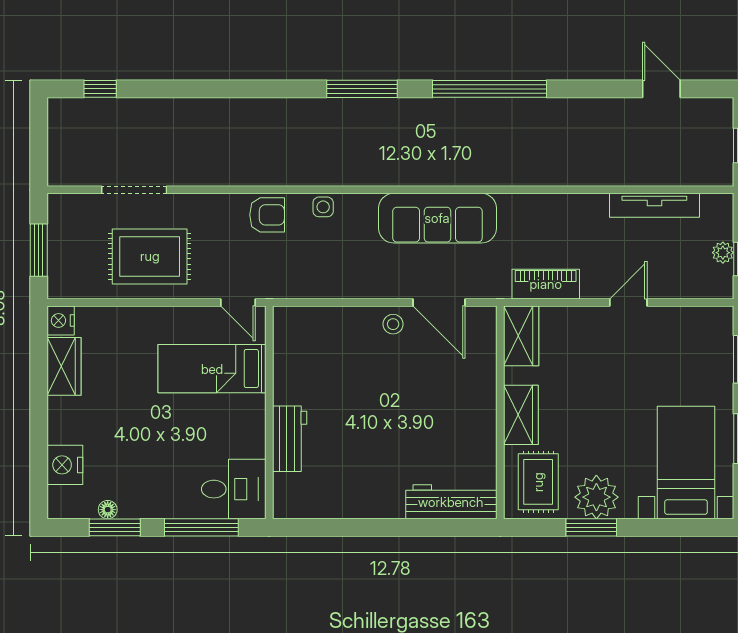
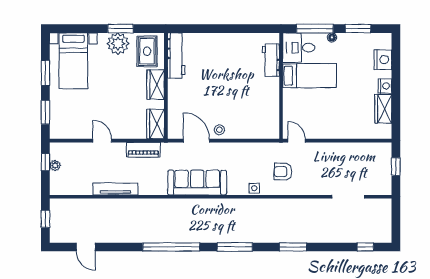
window: (245, 89) -> (293, 247), added
tv unit: (654, 205) -> (115, 189), moved
armchair: (267, 215) -> (283, 172), moved
window: (39, 250) -> (396, 167), width x0.67
rug: (150, 256) -> (341, 163), removed
door: (628, 302) -> (102, 141), swing flipped
nightstand: (61, 320) -> (385, 86), moved
bed: (212, 369) -> (310, 76), moved
workbench: (290, 439) -> (271, 60), moved
workbench: (451, 502) -> (176, 55), moved, turned -90
floor lamp: (108, 510) -> (332, 37), moved

